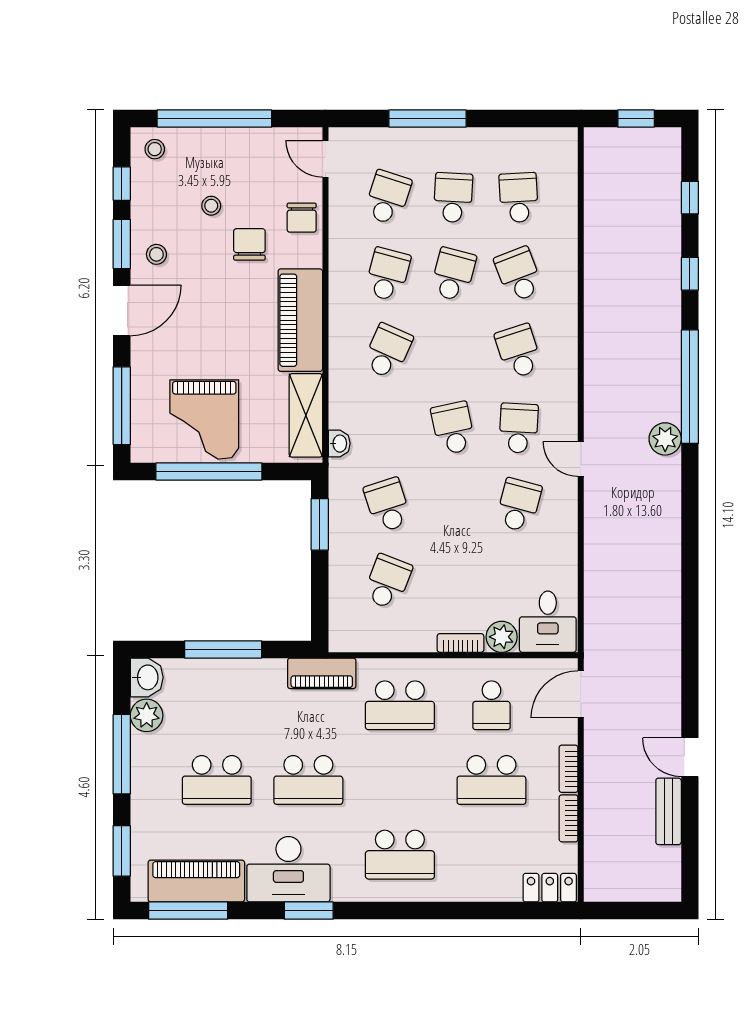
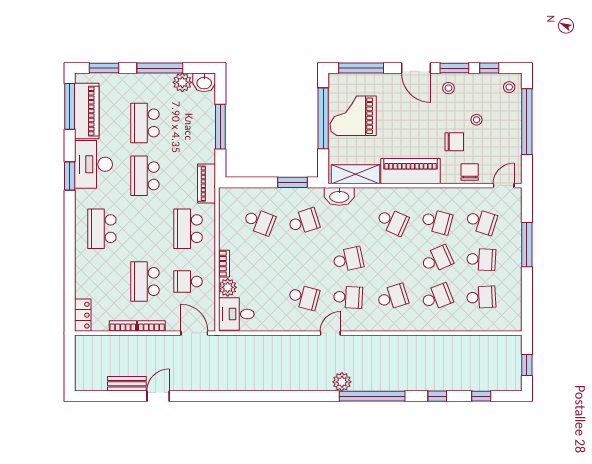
chair: (302, 218) -> (470, 172), turned 90
school desk: (453, 274) -> (437, 259), turned -39
washbasin: (339, 444) -> (339, 196), width x1.91, depth x1.45

